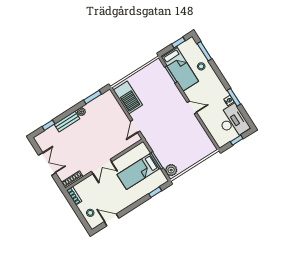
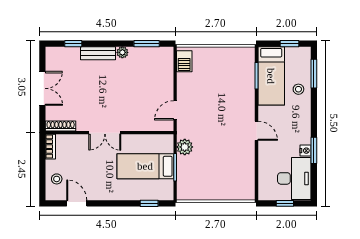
barbecue: (128, 97) -> (184, 61), width x0.53, depth x0.65
plant: (171, 170) -> (185, 147), moved

